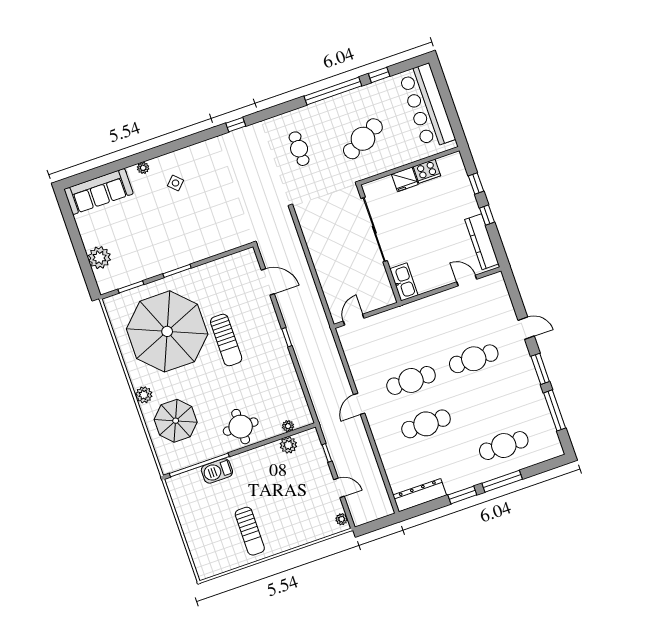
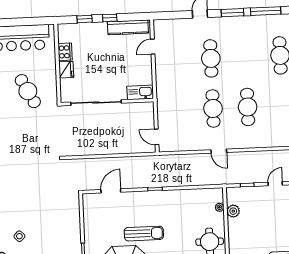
cafe table: (299, 149) -> (21, 139), removed

